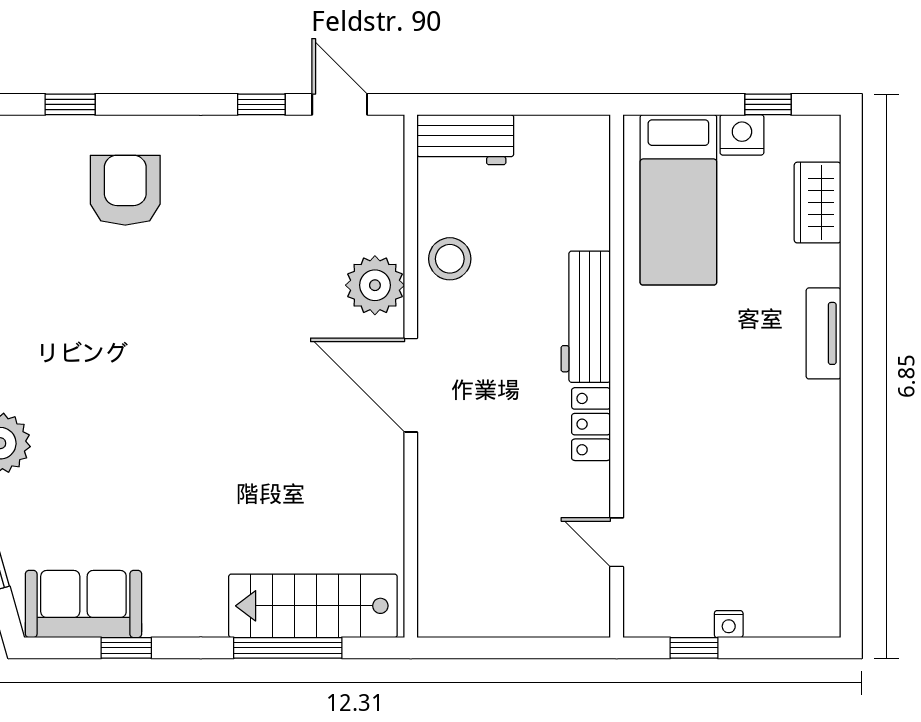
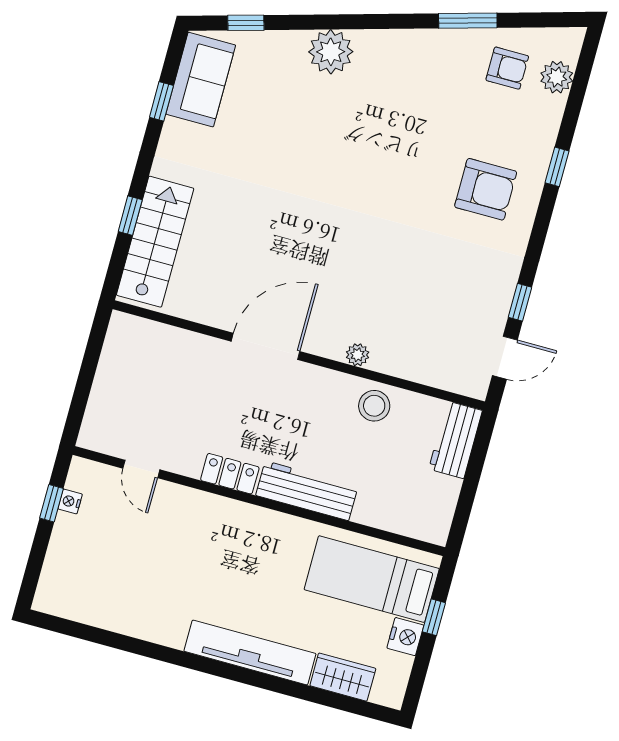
window: (768, 104) -> (434, 617), moved
plant: (375, 285) -> (358, 355), width x0.53, depth x0.53
tv unit: (824, 333) -> (250, 652), width x1.92, depth x1.29
door: (411, 385) -> (266, 346), moved
door: (617, 542) -> (141, 469), swing flipped
nightstand: (729, 624) -> (70, 501), moved
window: (288, 648) -> (130, 216), width x0.46

